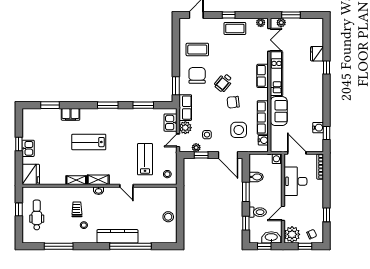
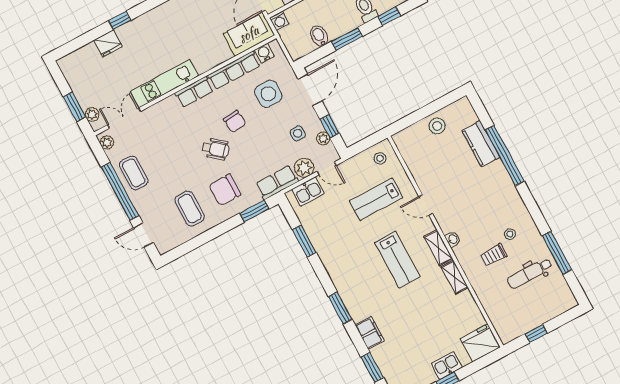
window: (229, 15) -> (120, 191), width x3.17
row of seats: (263, 76) -> (194, 92), moved
window: (108, 105) -> (340, 308), moved
sofa: (279, 111) -> (249, 34), moved
lab bench: (89, 142) -> (397, 260), moved
door: (126, 186) -> (426, 205), swing flipped
dental chair: (37, 215) -> (530, 273), moved
kitchen counter: (117, 236) -> (481, 144), moved, width x0.67

